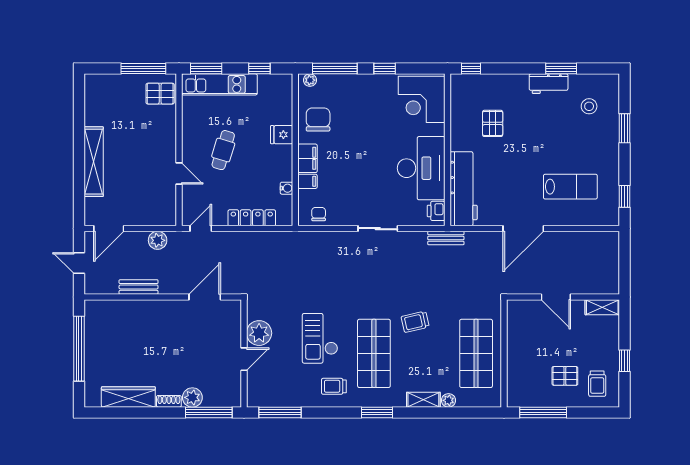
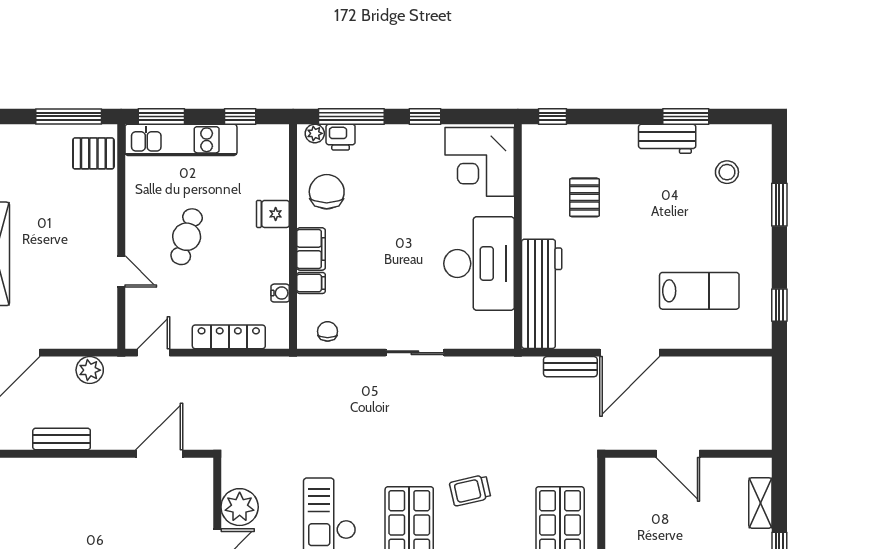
printer: (436, 211) -> (341, 137), moved, turned -90
bench: (446, 238) -> (570, 367), moved
shelving: (602, 307) -> (760, 503), moved, turned 90

